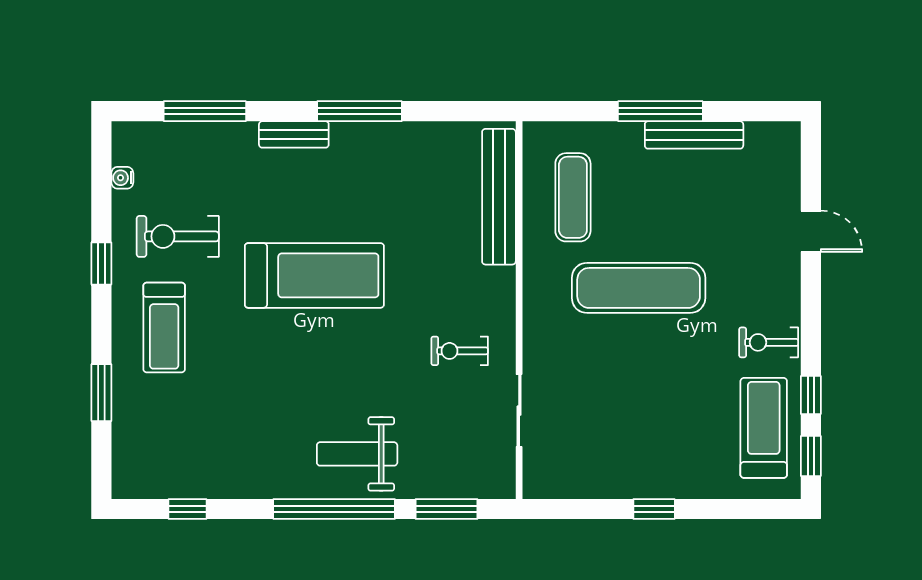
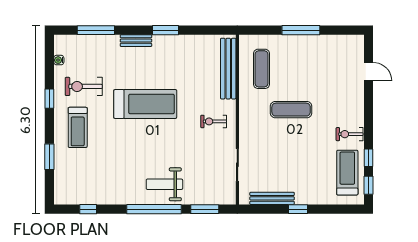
window: (360, 111) -> (166, 30), width x0.69
bench: (694, 135) -> (272, 198), moved
door: (811, 231) -> (368, 72), moved
exercise mat: (639, 288) -> (291, 110), width x0.73, depth x0.69
exercise bike: (460, 351) -> (214, 121), moved

